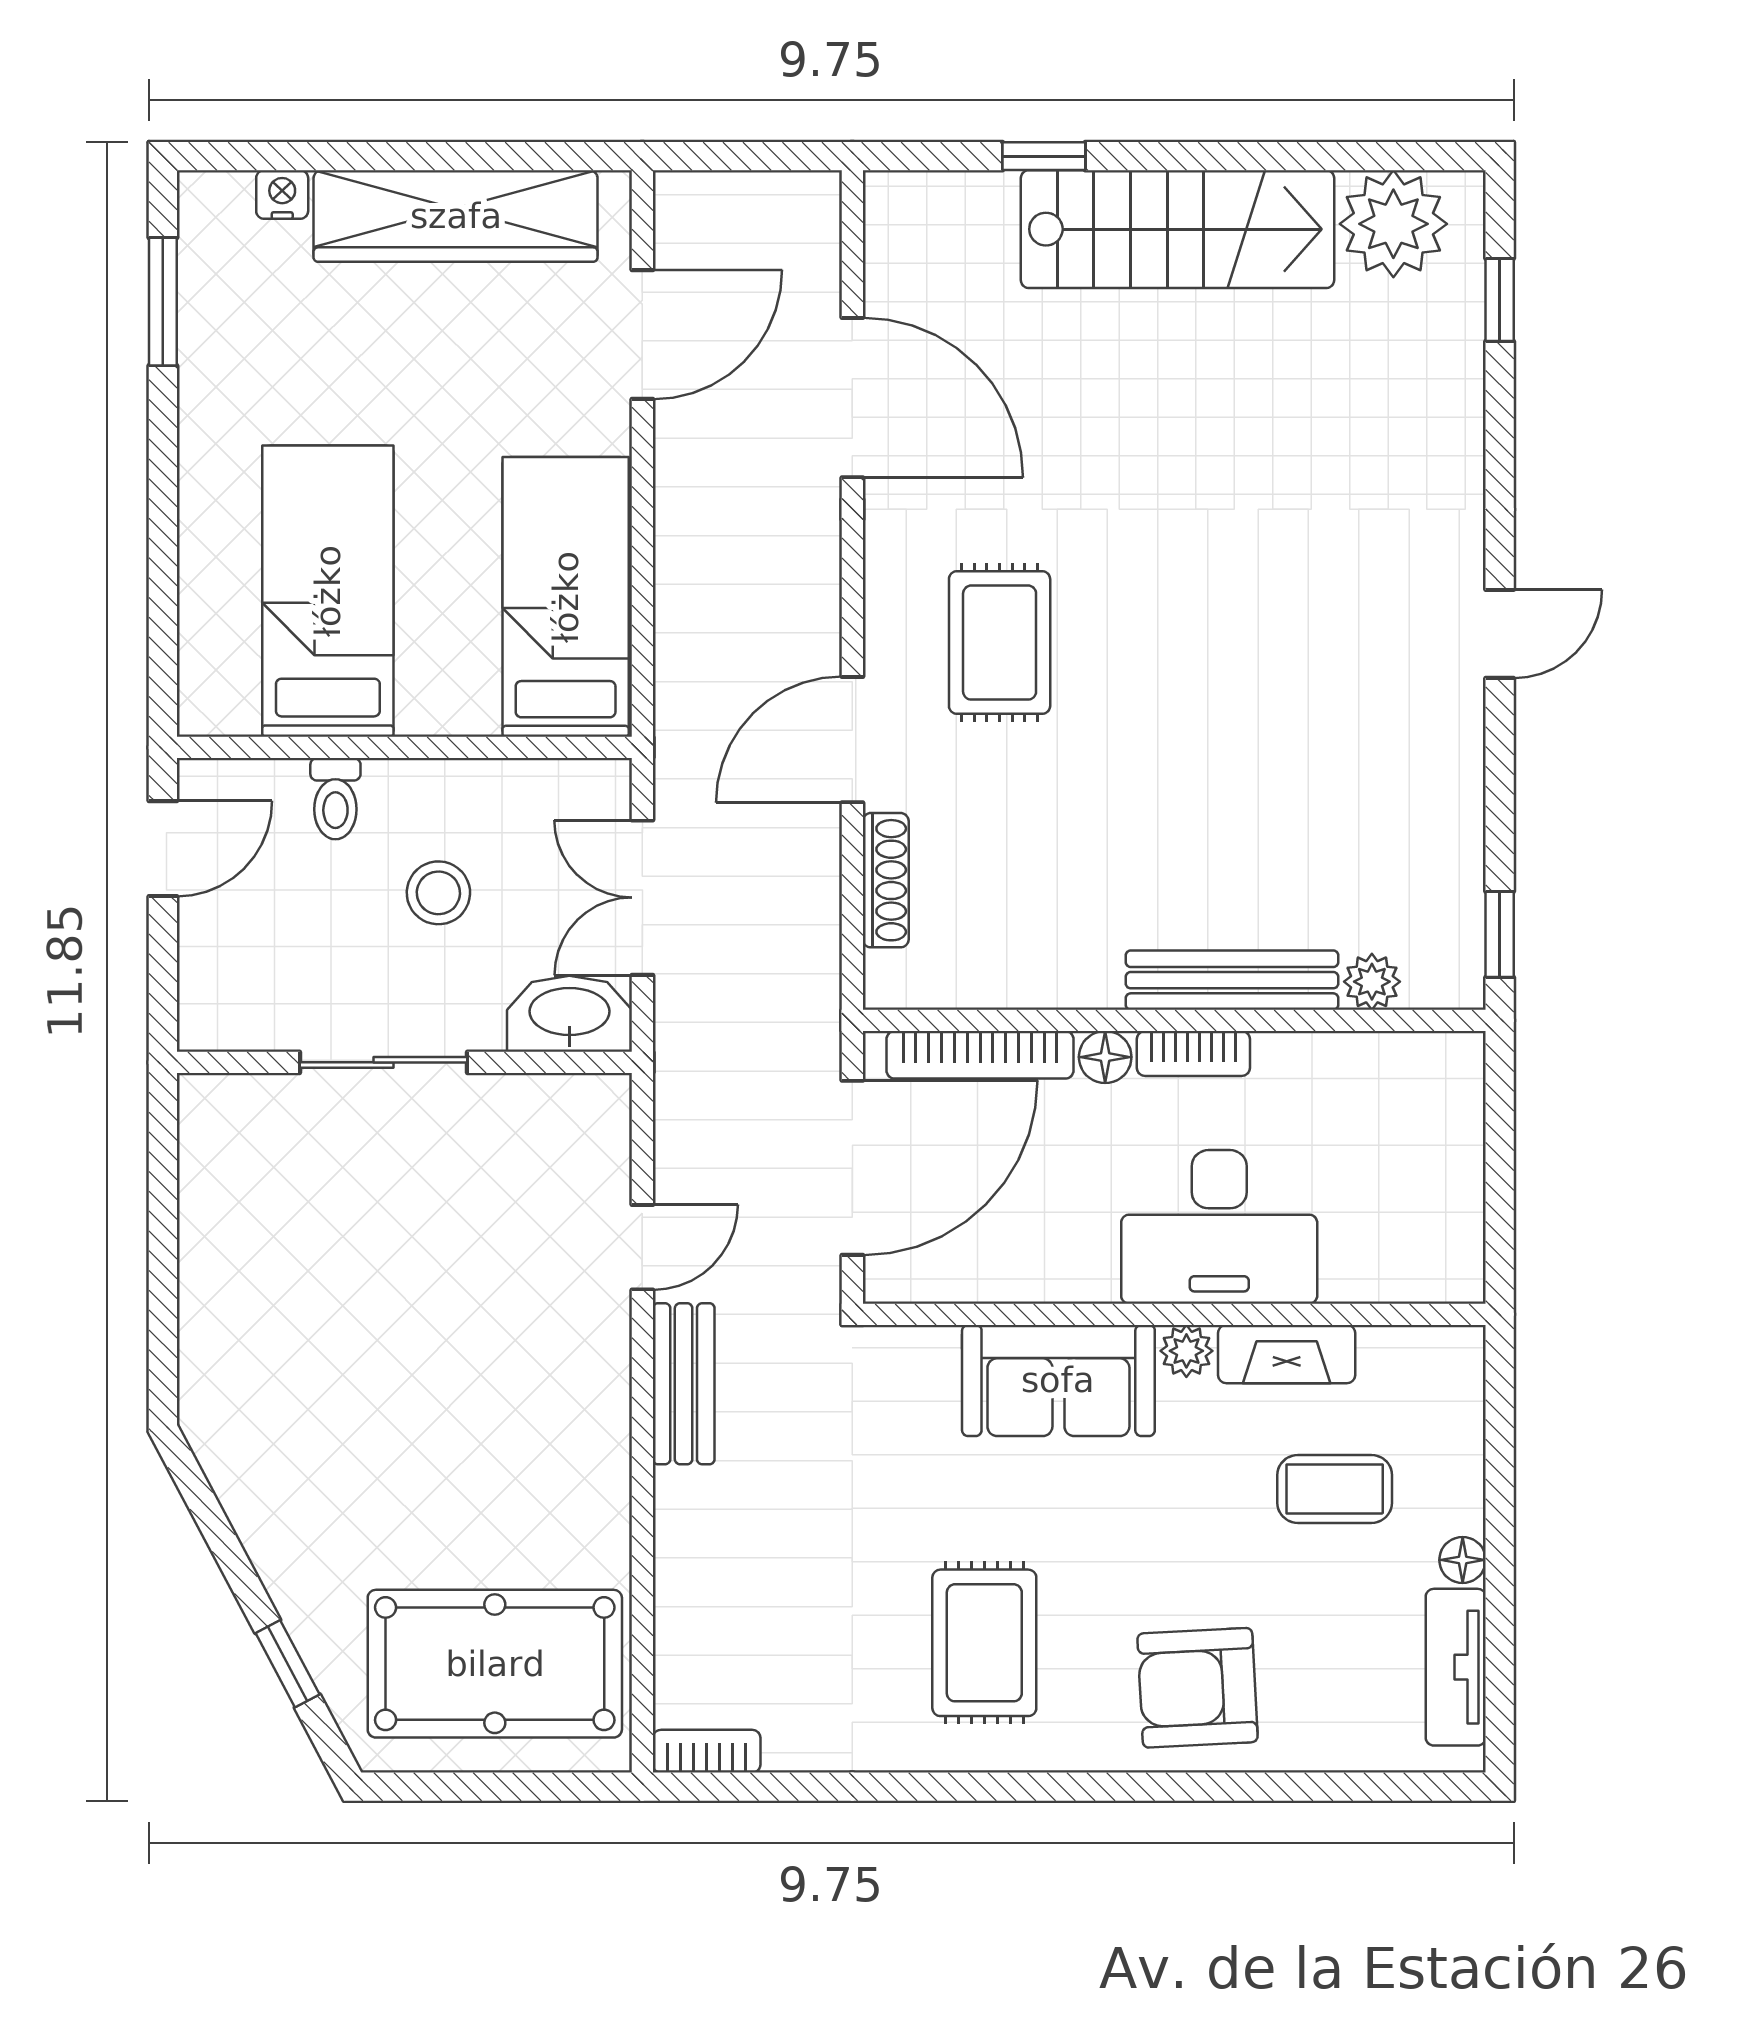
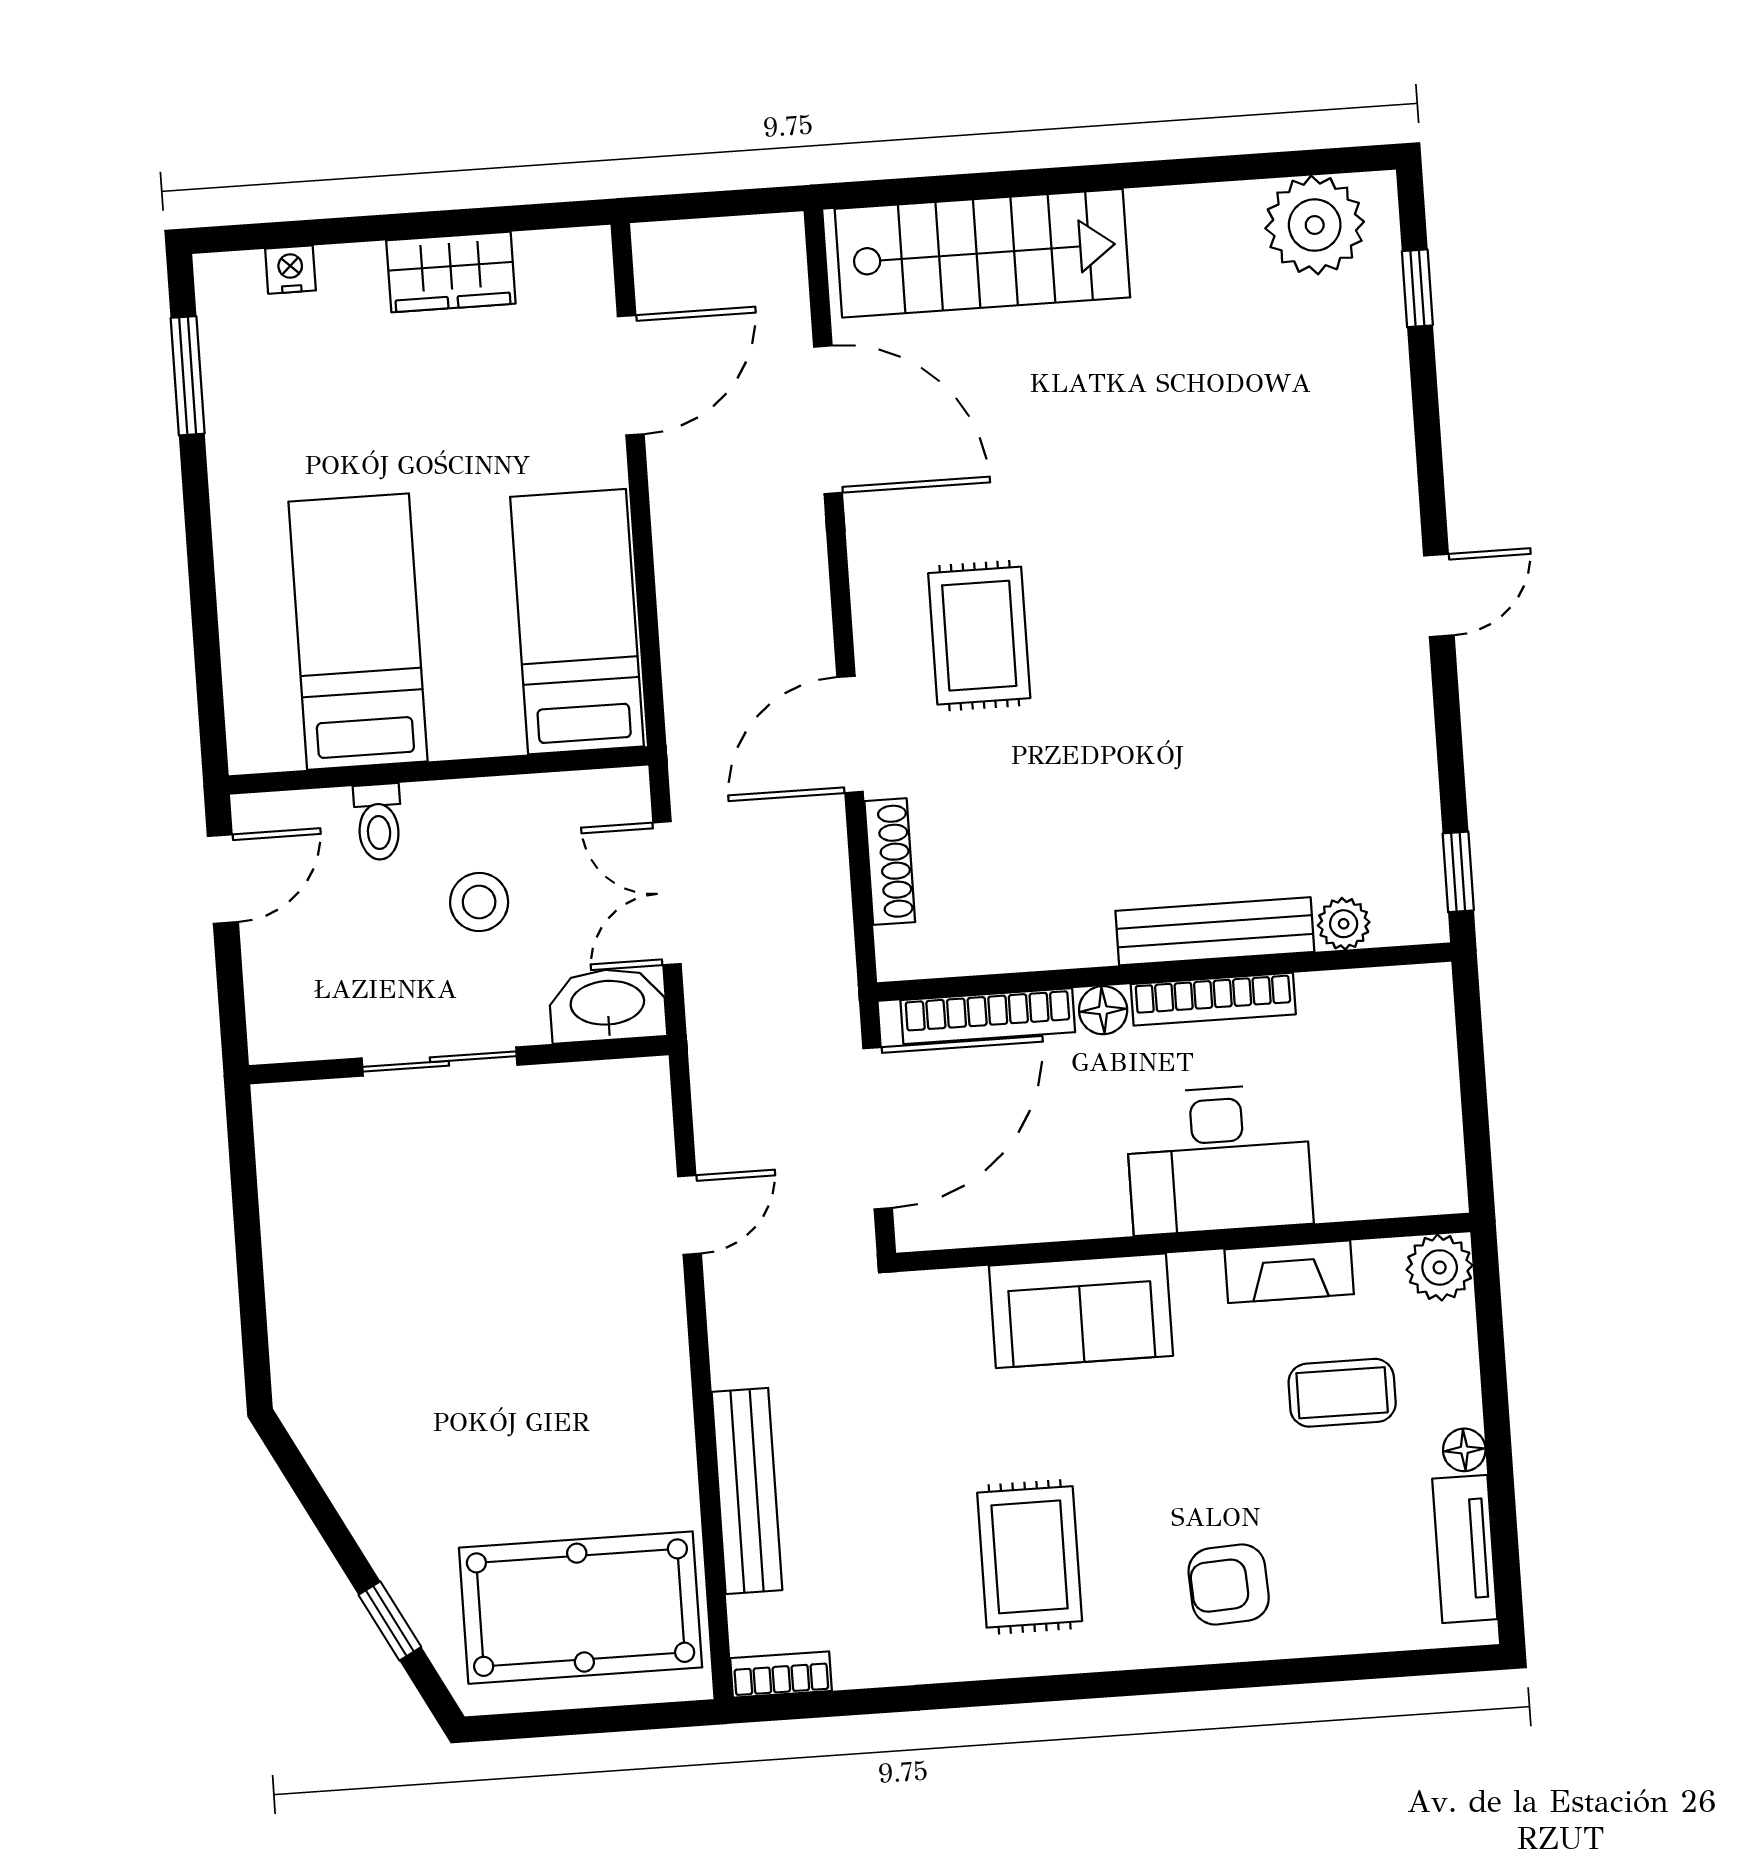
window: (1044, 156) -> (989, 185), removed
wardrobe: (456, 216) -> (451, 272), width x0.48, depth x0.85
stairs: (1177, 229) -> (982, 253), moved
bookcase: (1193, 1053) -> (1213, 999), width x1.56
plant: (1186, 1351) -> (1440, 1267), moved, width x1.38, depth x1.38
bench: (684, 1384) -> (747, 1491), moved, width x1.36
armchair: (1198, 1688) -> (1229, 1585), width x0.72, depth x0.72

